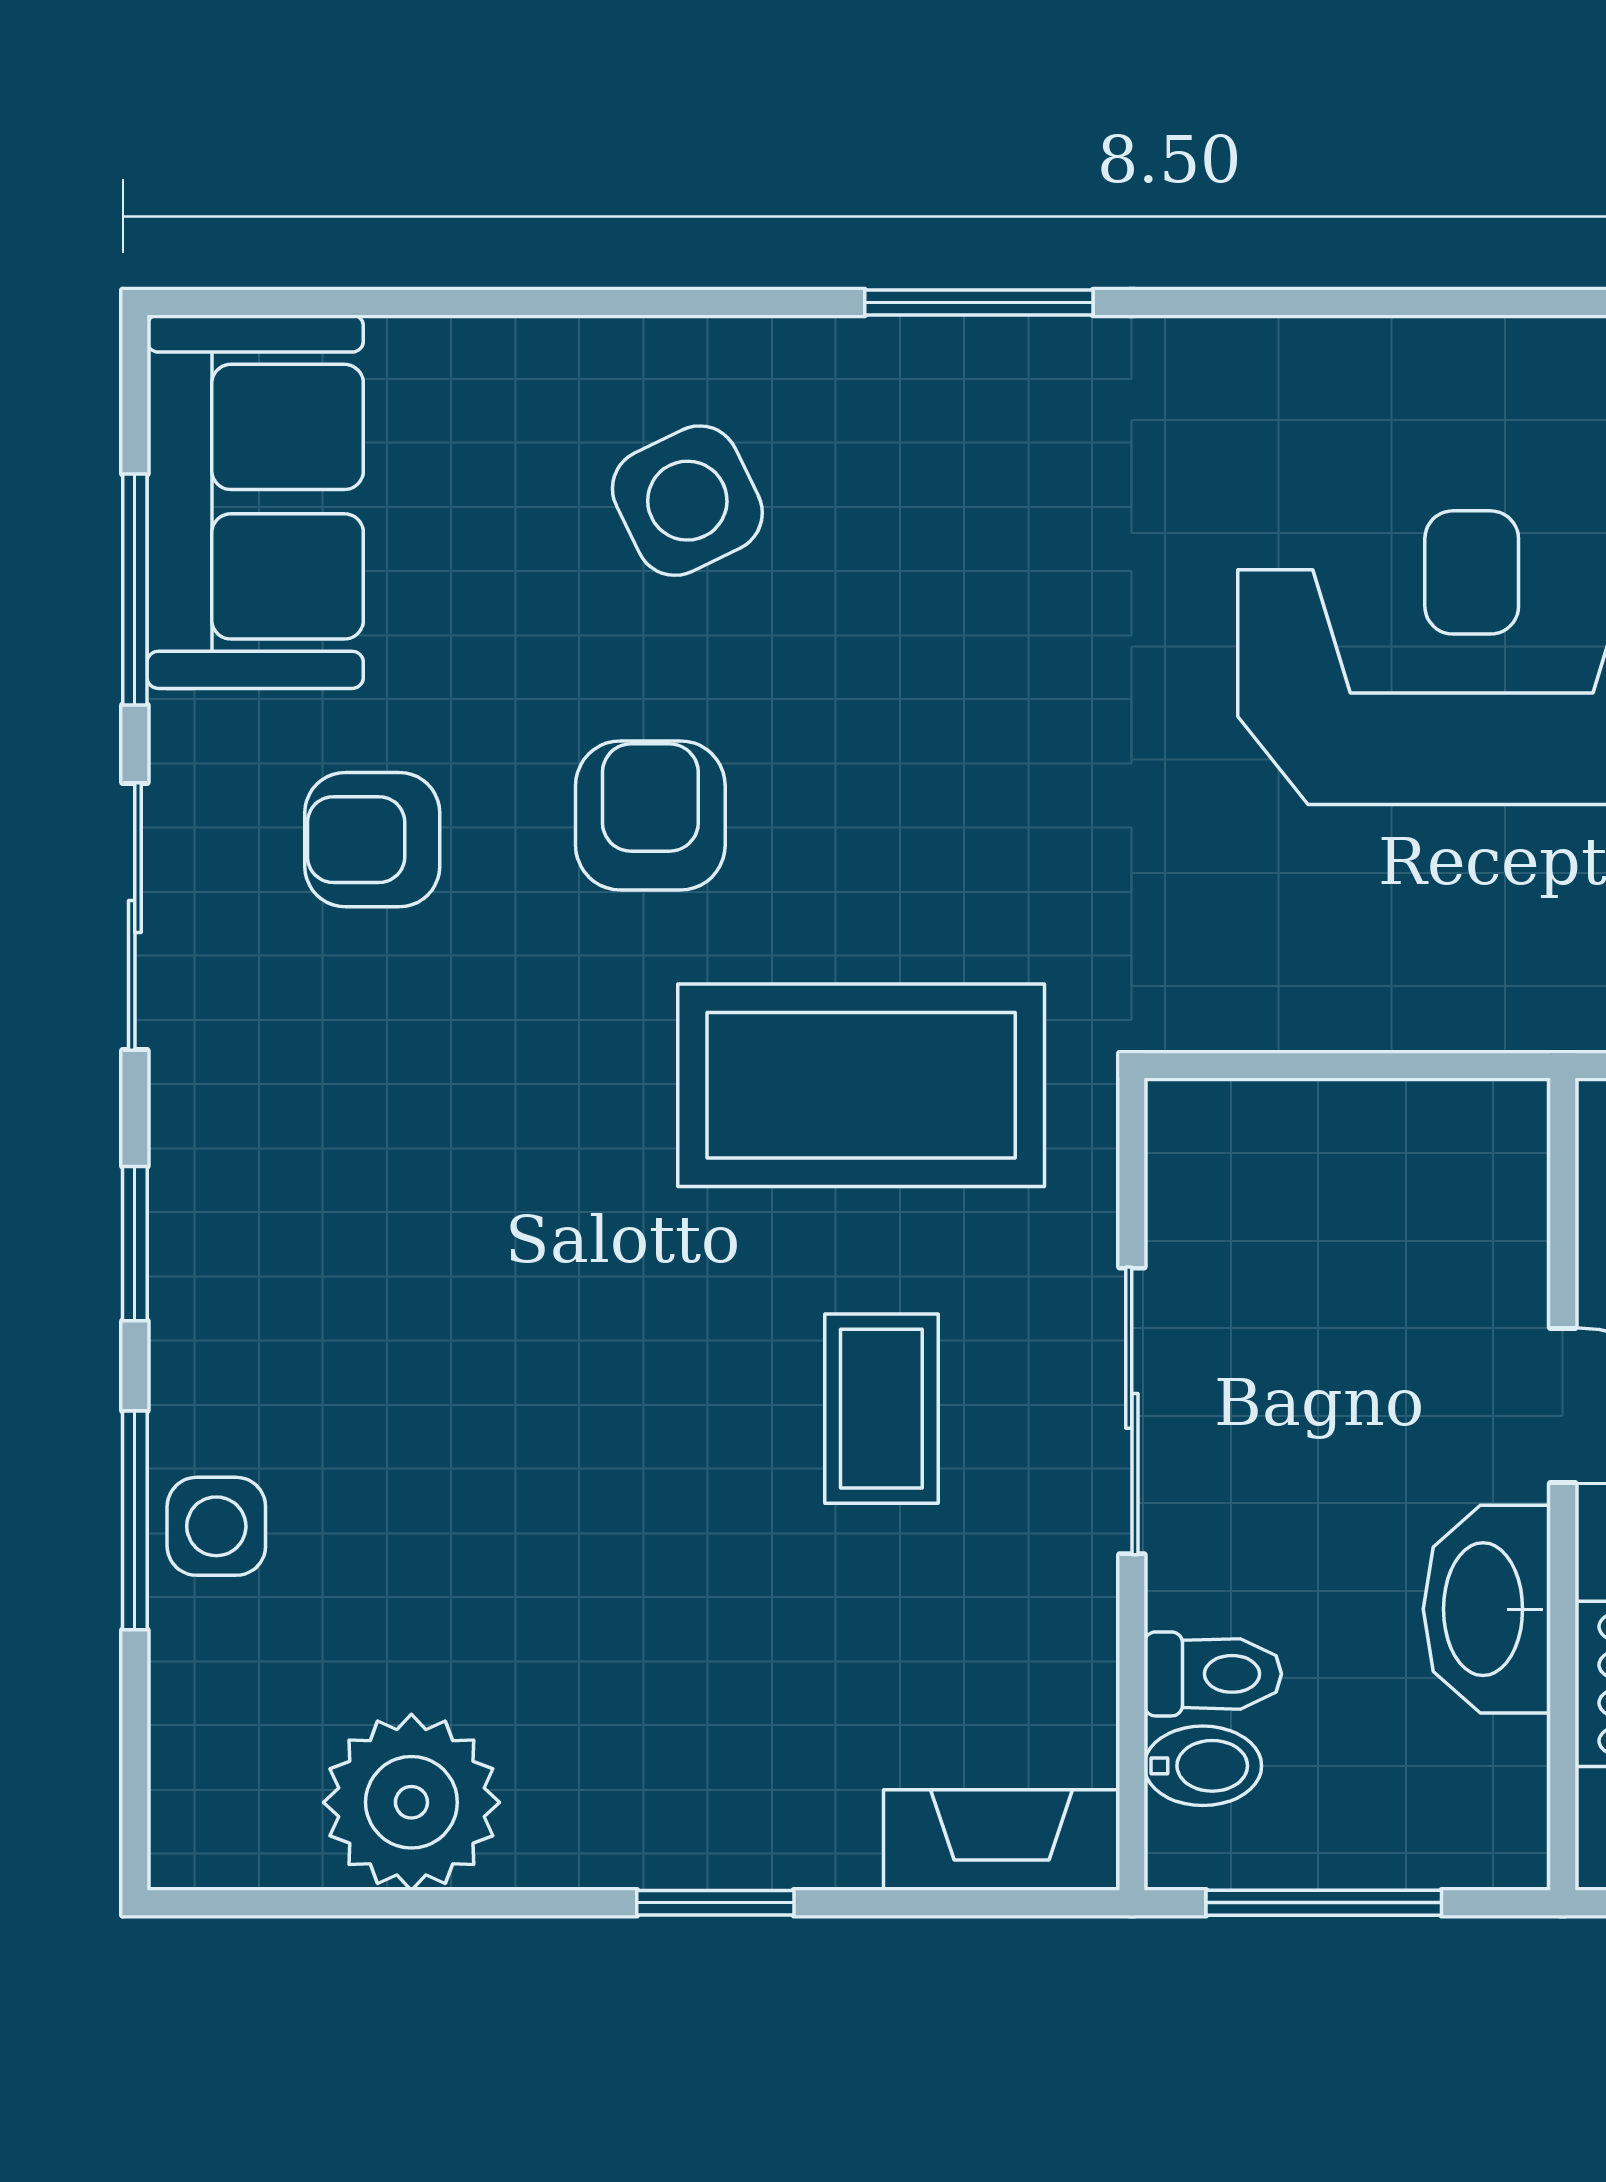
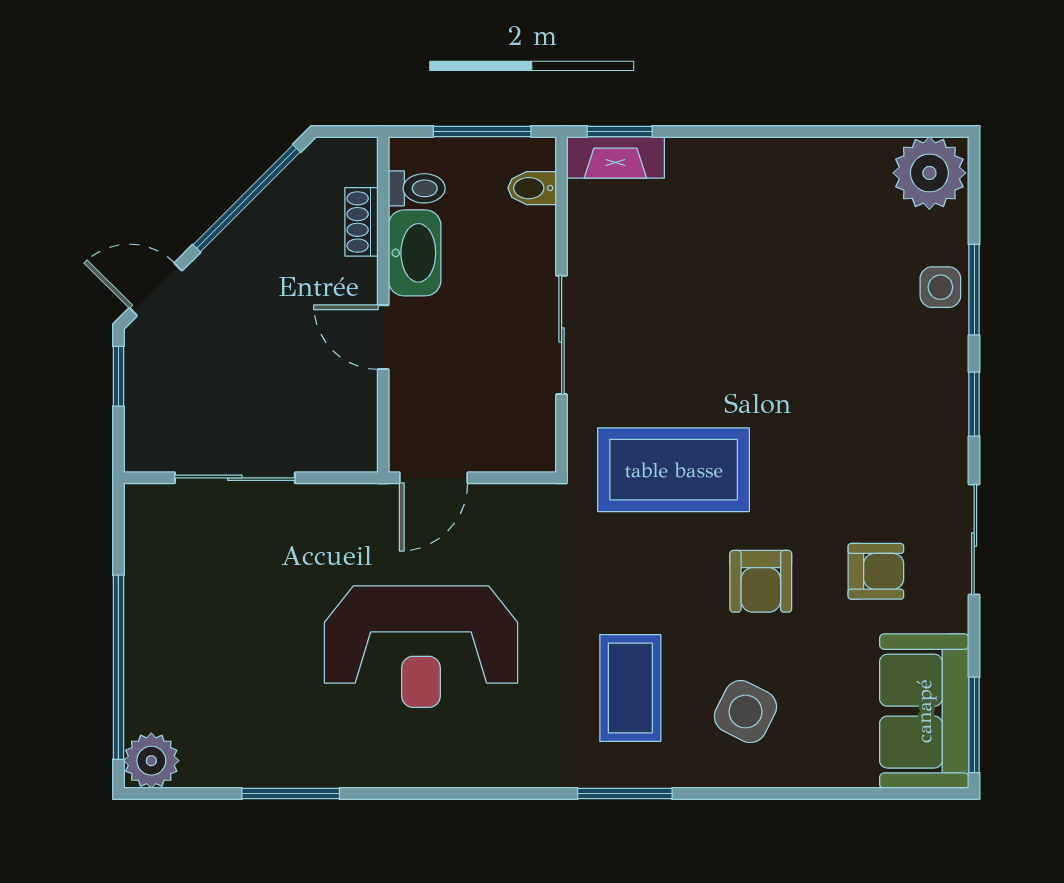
side table: (687, 501) -> (745, 712), turned -37
window: (135, 590) -> (974, 725), moved
door: (1441, 1066) -> (434, 478), added
coffee table: (881, 1409) -> (630, 688), moved, width x1.36, depth x1.30
toilet: (1213, 1674) -> (417, 188), moved, turned 180
plant: (411, 1802) -> (929, 173), moved
window: (715, 1903) -> (620, 131), moved

